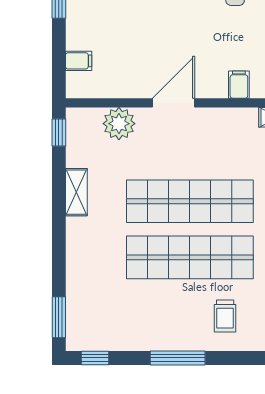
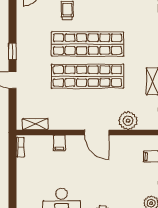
door: (174, 103) -> (97, 132), hinge flipped

